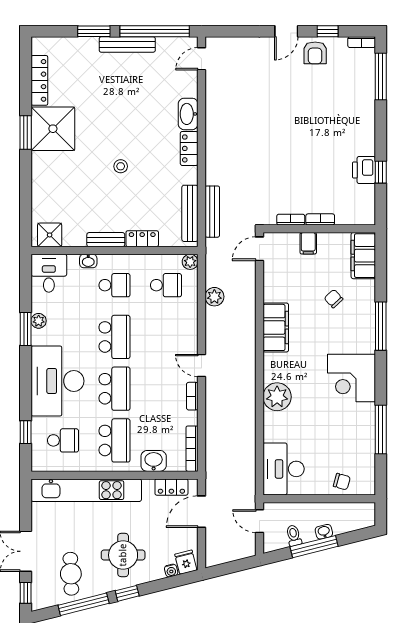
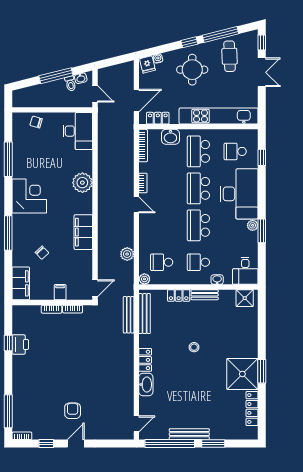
armchair: (315, 53) -> (73, 411), moved
plant: (39, 321) -> (253, 225), moved
washbasin: (324, 532) -> (81, 78), moved

